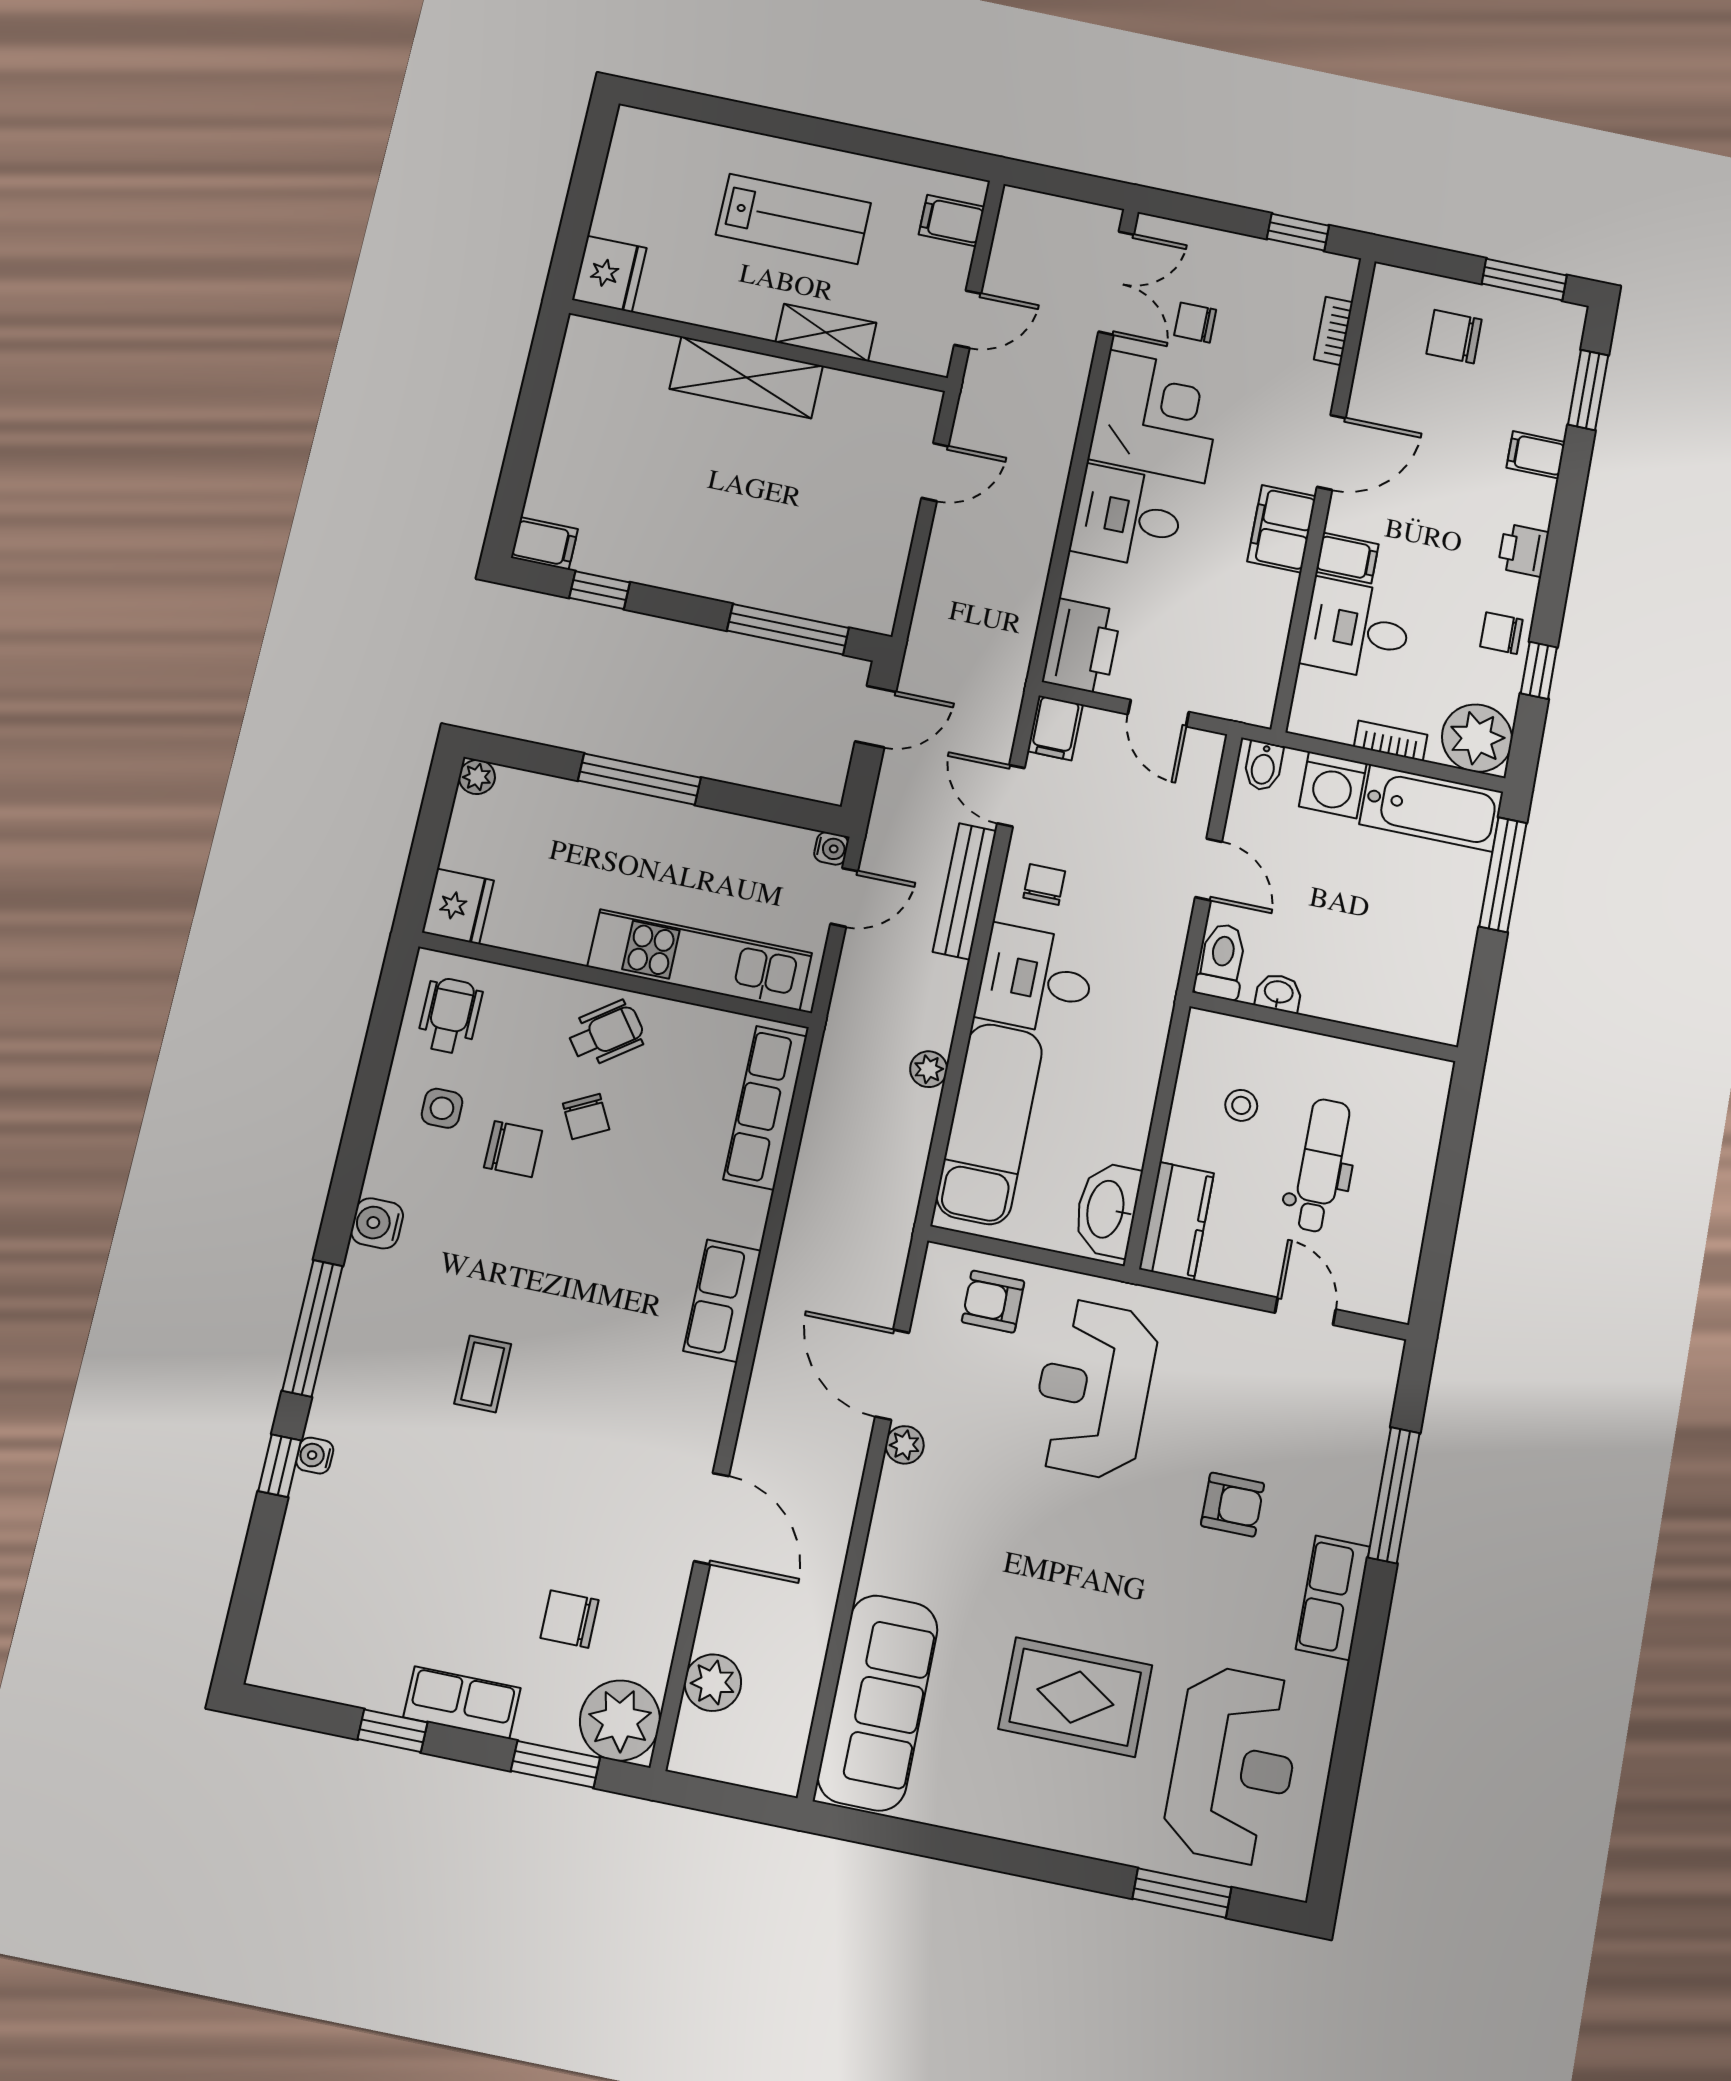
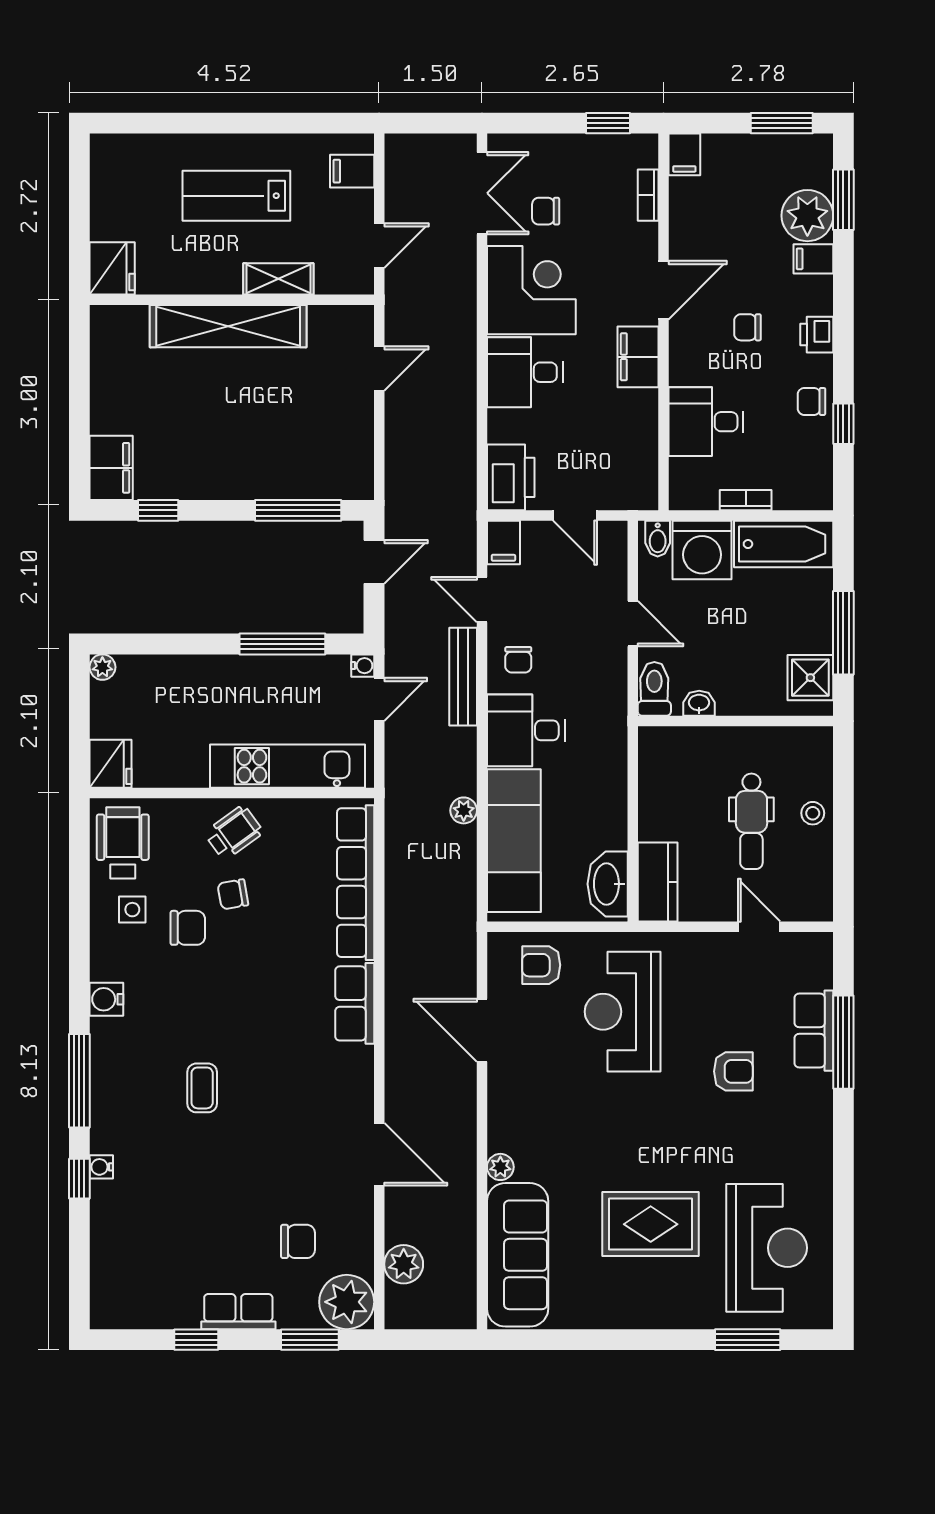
lab bench: (793, 219) -> (236, 196), turned 180
chair: (1454, 337) -> (748, 327), moved, width x0.73, depth x0.73
shelving: (746, 377) -> (228, 326), width x1.47
filing cabinet: (544, 543) -> (111, 468), width x2.00
filing cabinet: (1347, 558) -> (684, 154), moved, turned 90
plant: (1477, 738) -> (807, 216), moved
window: (639, 779) -> (282, 644), moved
washing machine: (1333, 785) -> (702, 550), width x1.37, depth x1.37
window: (1503, 875) -> (843, 633), moved
chair: (1044, 884) -> (518, 660), turned 180
shower: (1436, 990) -> (810, 678), added
wheelchair: (450, 1016) -> (123, 843), width x1.36, depth x1.37
stool: (1241, 1105) -> (813, 813), moved
row of seats: (765, 1108) -> (356, 883), width x1.36
chair: (586, 1116) -> (233, 894), turned 107
dental chair: (1321, 1166) -> (751, 821), turned 180
plant: (905, 1445) -> (500, 1167), moved
row of seats: (1333, 1598) -> (814, 1031), moved
chair: (570, 1619) -> (298, 1241), turned 180

